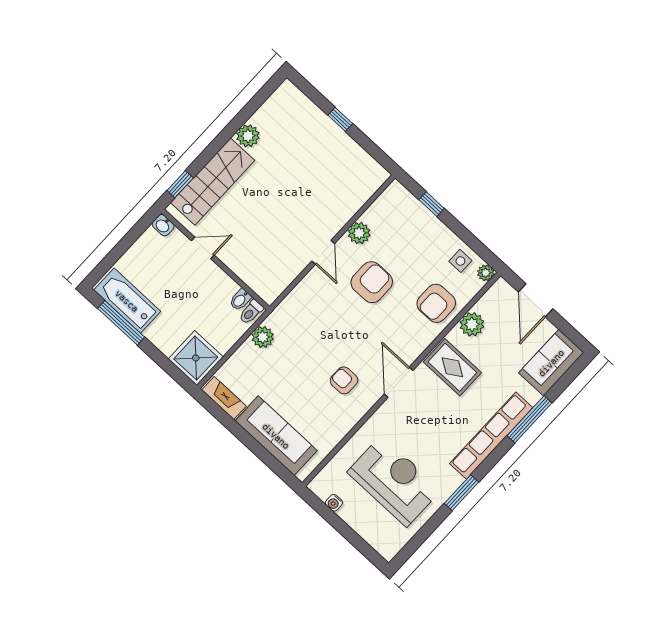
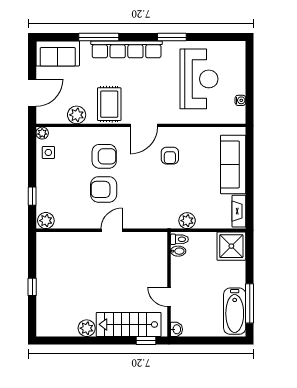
plant: (359, 233) -> (46, 221), moved
armchair: (436, 303) -> (104, 156), moved
reception desk: (394, 481) -> (199, 79), turned 180

